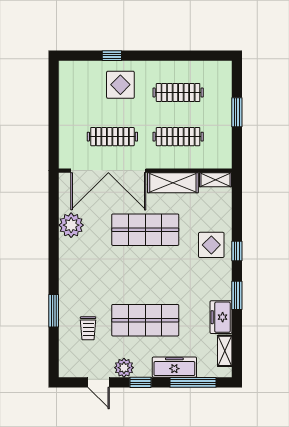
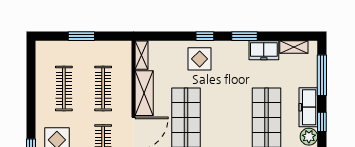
freezer: (174, 367) -> (308, 107), moved

